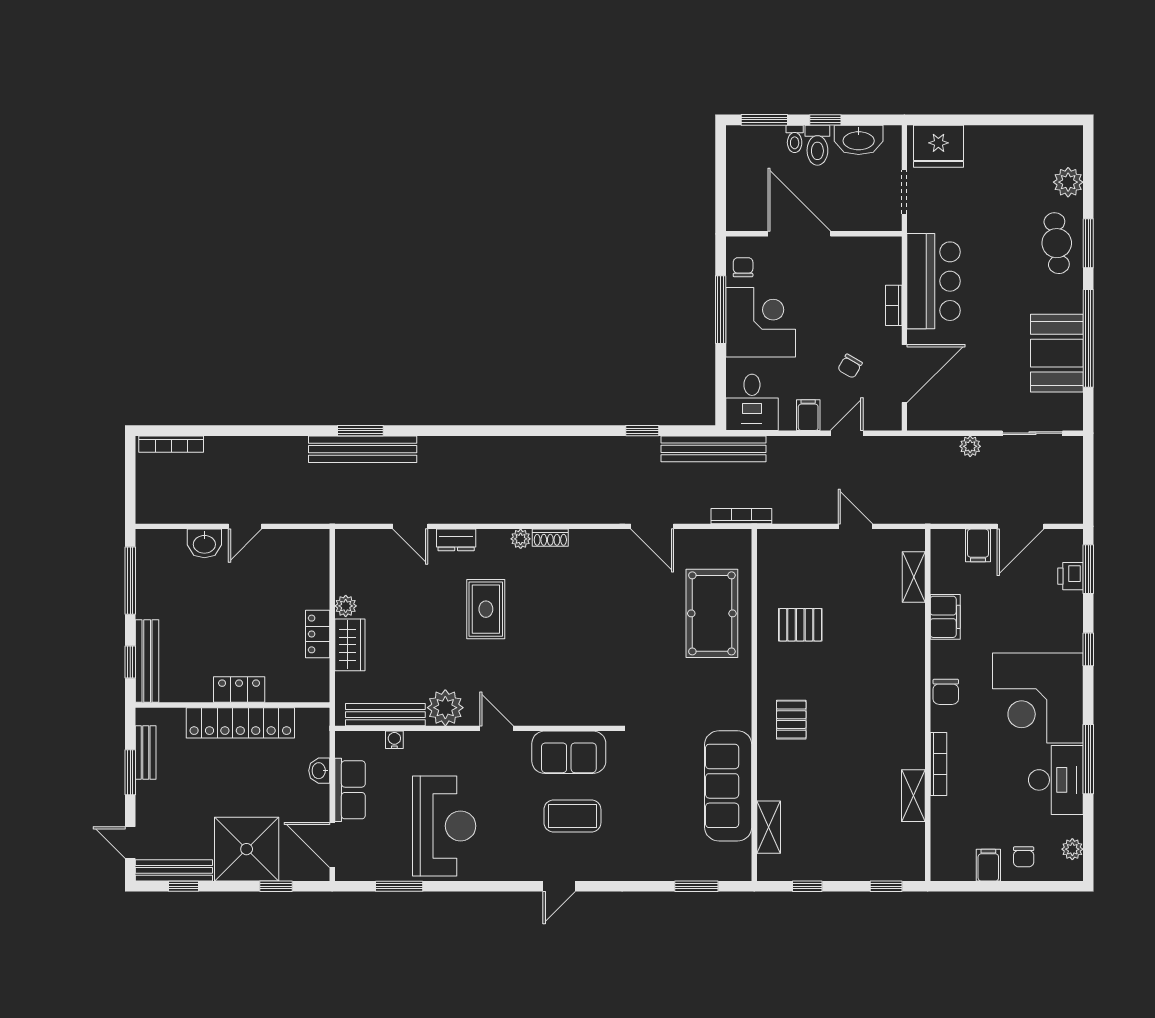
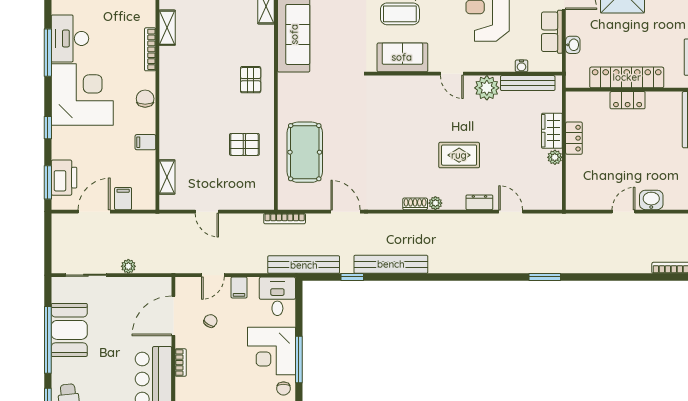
bench: (363, 449) -> (391, 264), moved
printer: (1071, 576) -> (64, 178), width x1.87, depth x1.48
rug: (486, 609) -> (459, 155), turned 90
filing cabinet: (945, 617) -> (145, 142), width x0.50

